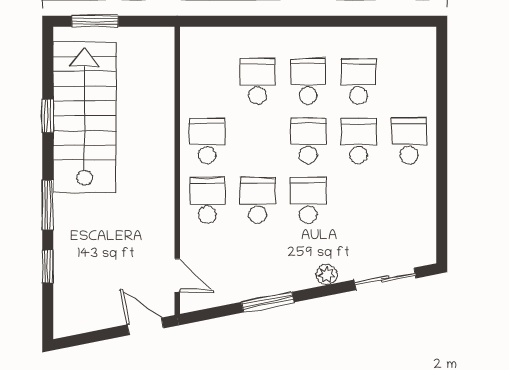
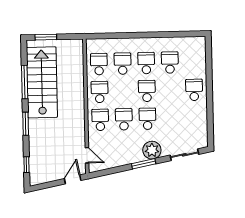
window: (48, 116) -> (25, 82), width x2.17
school desk: (359, 141) -> (99, 64), moved
window: (48, 267) -> (26, 165), moved
plant: (327, 275) -> (152, 150), width x1.87, depth x1.87
window: (268, 302) -> (144, 164), moved
door: (145, 326) -> (73, 179), hinge flipped

